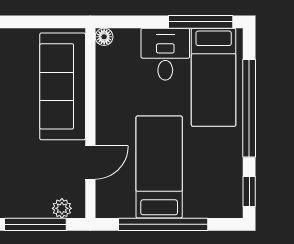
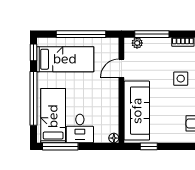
window: (41, 22) -> (149, 146), added
bed: (159, 167) -> (65, 59), moved, turned -90

